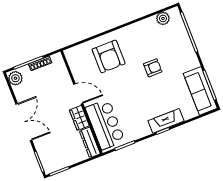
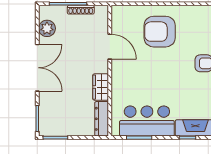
armchair: (109, 56) -> (160, 32), turned 90
plant: (15, 78) -> (47, 28), moved
door: (78, 94) -> (110, 47), moved
bar counter: (105, 124) -> (147, 121), moved, turned -90

